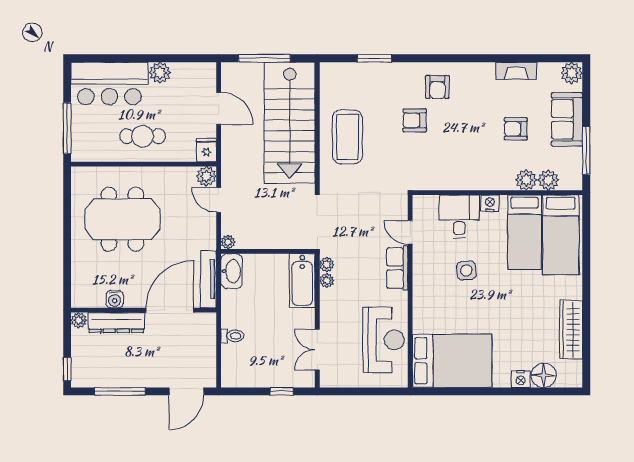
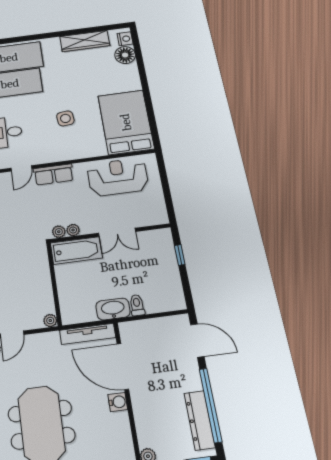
side table: (466, 270) -> (65, 118), moved
washbasin: (232, 271) -> (113, 309), moved
water cooler: (115, 299) -> (118, 402), moved
dresser: (116, 323) -> (200, 420), moved, turned 180
double door: (317, 350) -> (117, 232), moved
nightstand: (521, 379) -> (125, 39), moved
window: (120, 391) -> (211, 405), width x1.46

